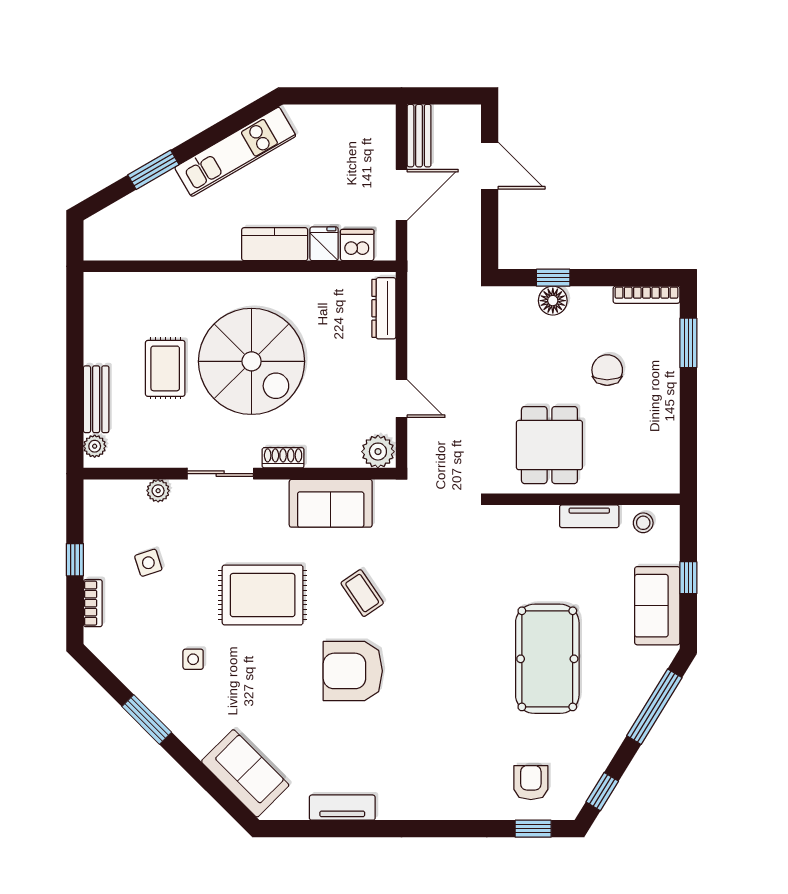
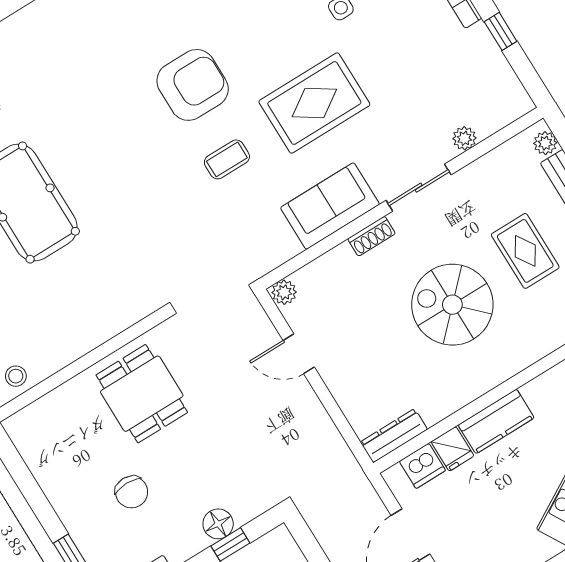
dresser: (384, 308) -> (394, 436), moved, turned -90
spiral stairs: (252, 361) -> (452, 305), width x0.73, depth x0.73
plant: (378, 452) -> (284, 292), width x0.73, depth x0.73
sofa: (331, 503) -> (330, 206), moved
tv unit: (589, 516) -> (67, 352), removed
side table: (148, 563) -> (434, 69), removed
coffee table: (362, 593) -> (227, 159), turned -56

